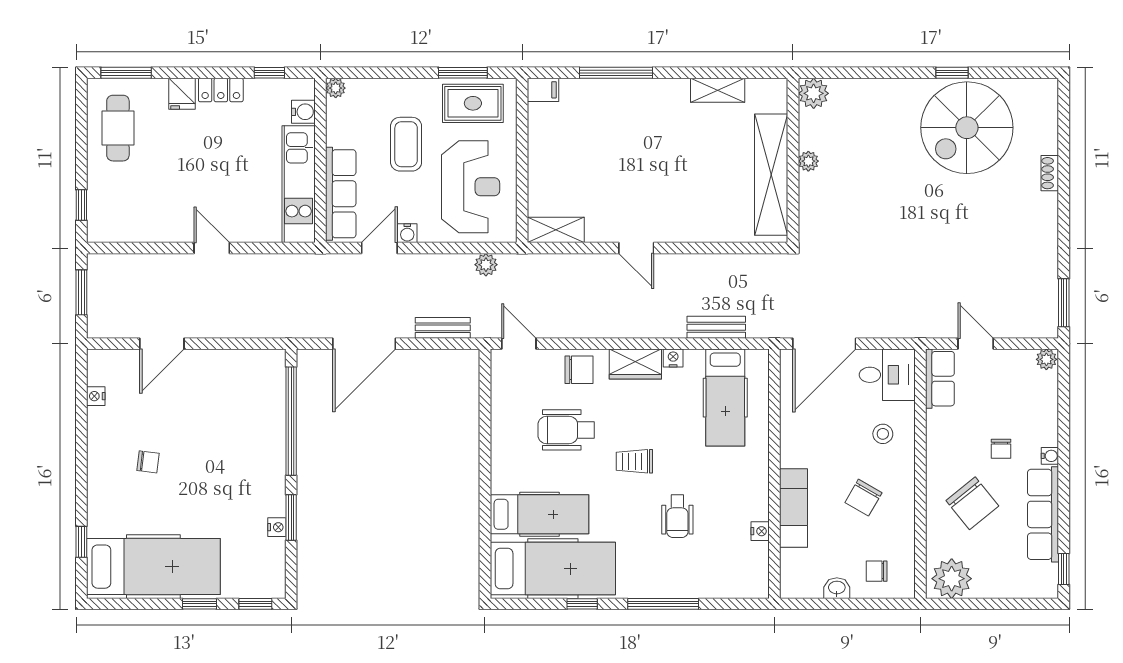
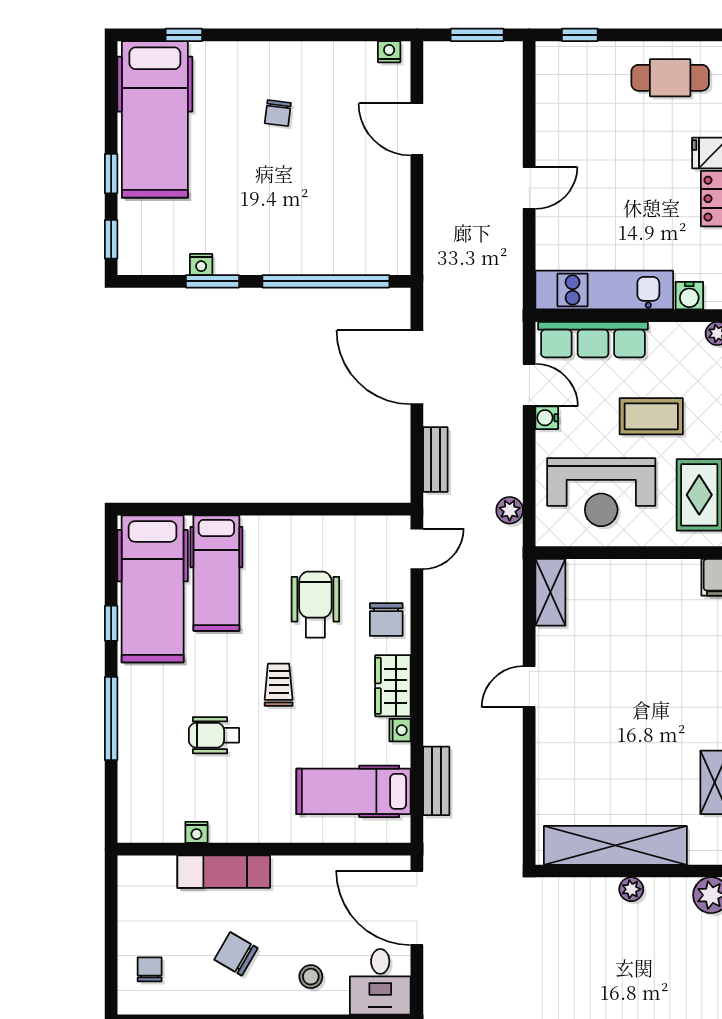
nightstand: (96, 396) -> (389, 52), moved
washbasin: (837, 588) -> (130, 923), removed

